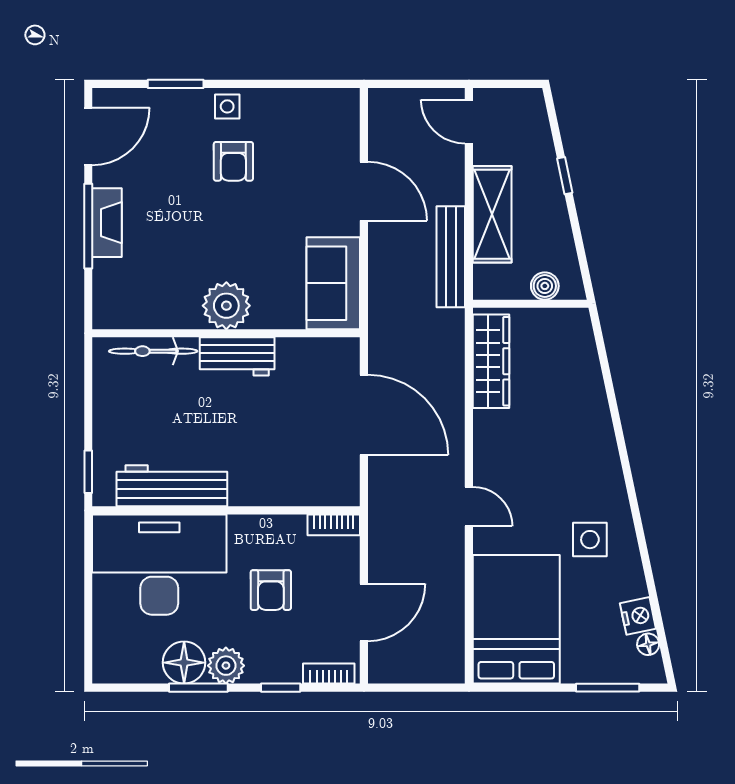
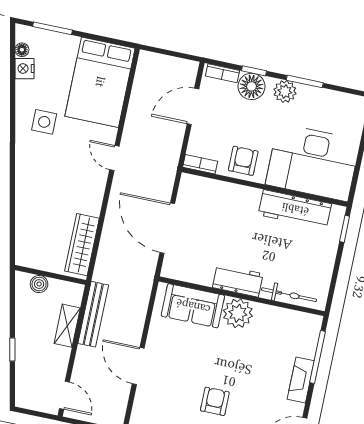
shelving: (492, 214) -> (67, 326), width x0.67, depth x0.75
window: (88, 226) -> (318, 357), moved
sofa: (333, 283) -> (193, 306), moved, turned 90
armchair: (271, 590) -> (243, 161), moved
floor lamp: (184, 663) -> (252, 86), moved

